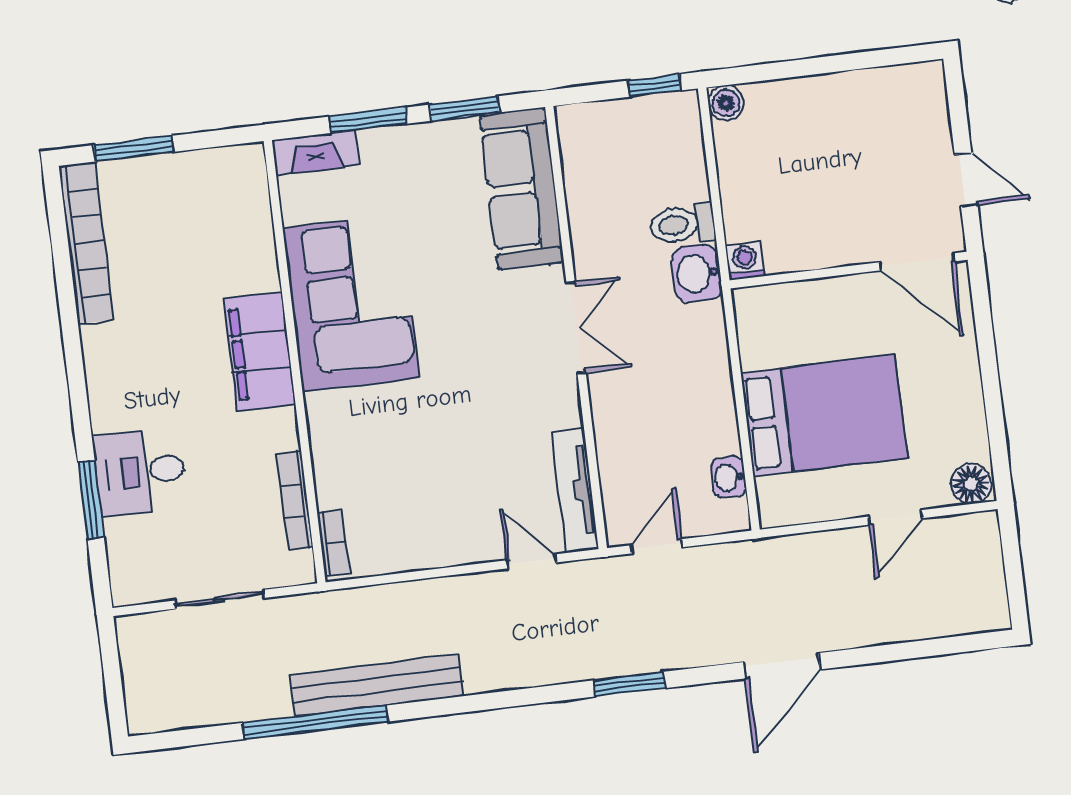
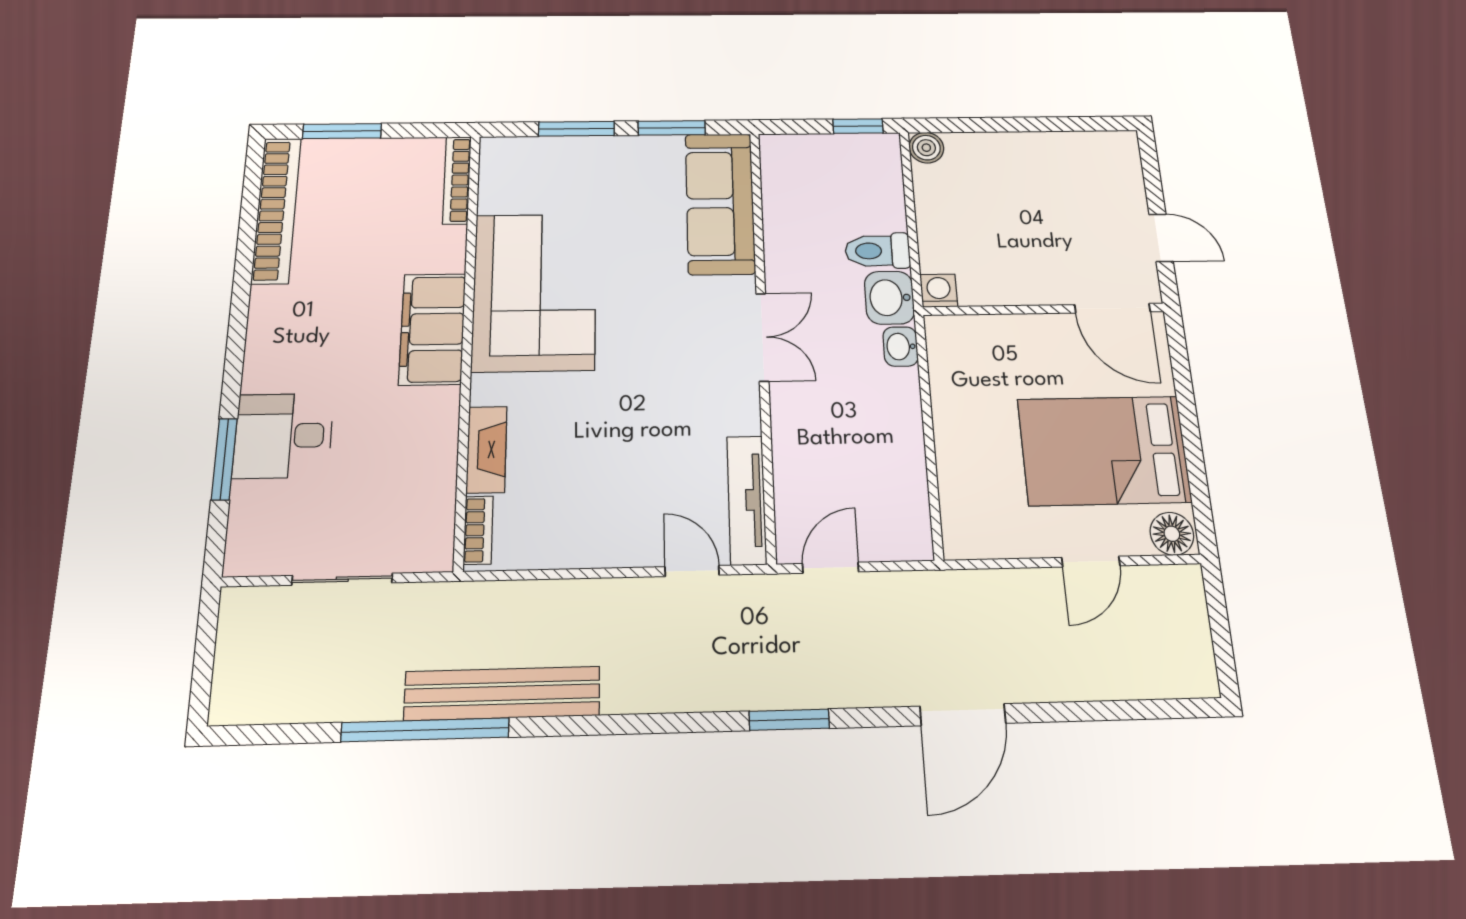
fireplace: (315, 153) -> (487, 450), moved, turned -90
bed: (824, 416) -> (1104, 450), moved, turned 180
washbasin: (729, 477) -> (901, 347), moved
bookcase: (295, 501) -> (457, 180), moved

